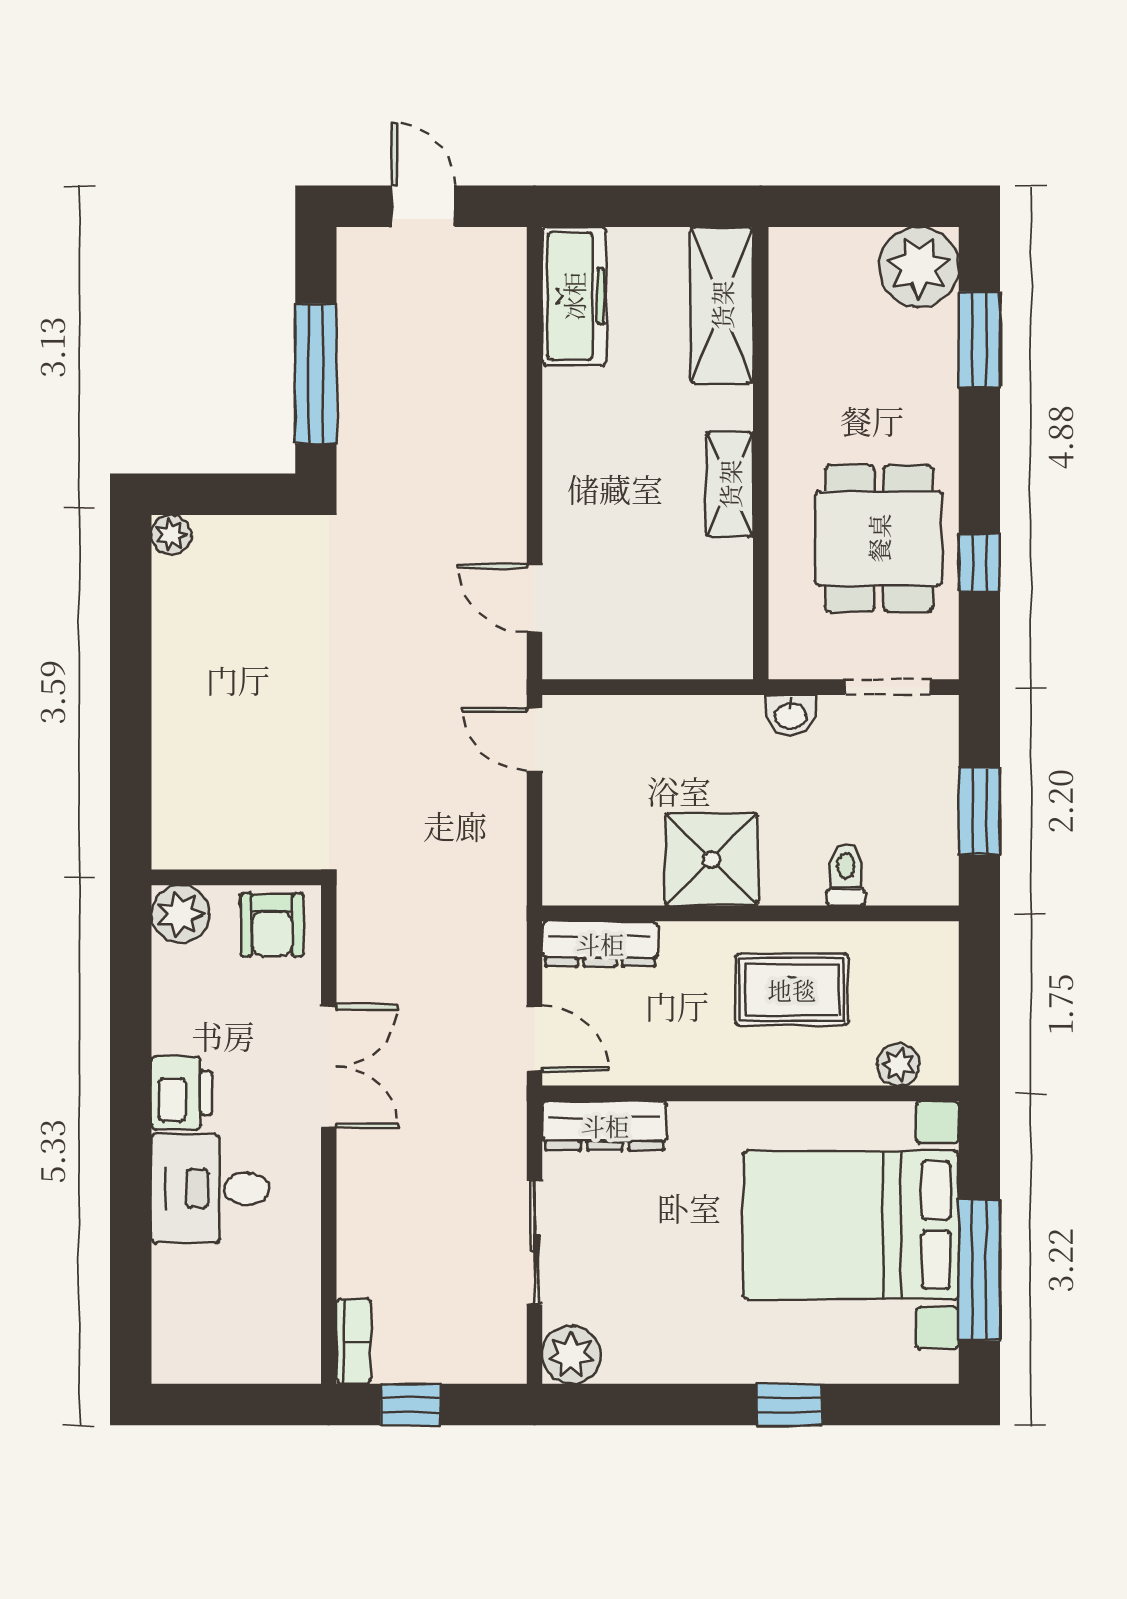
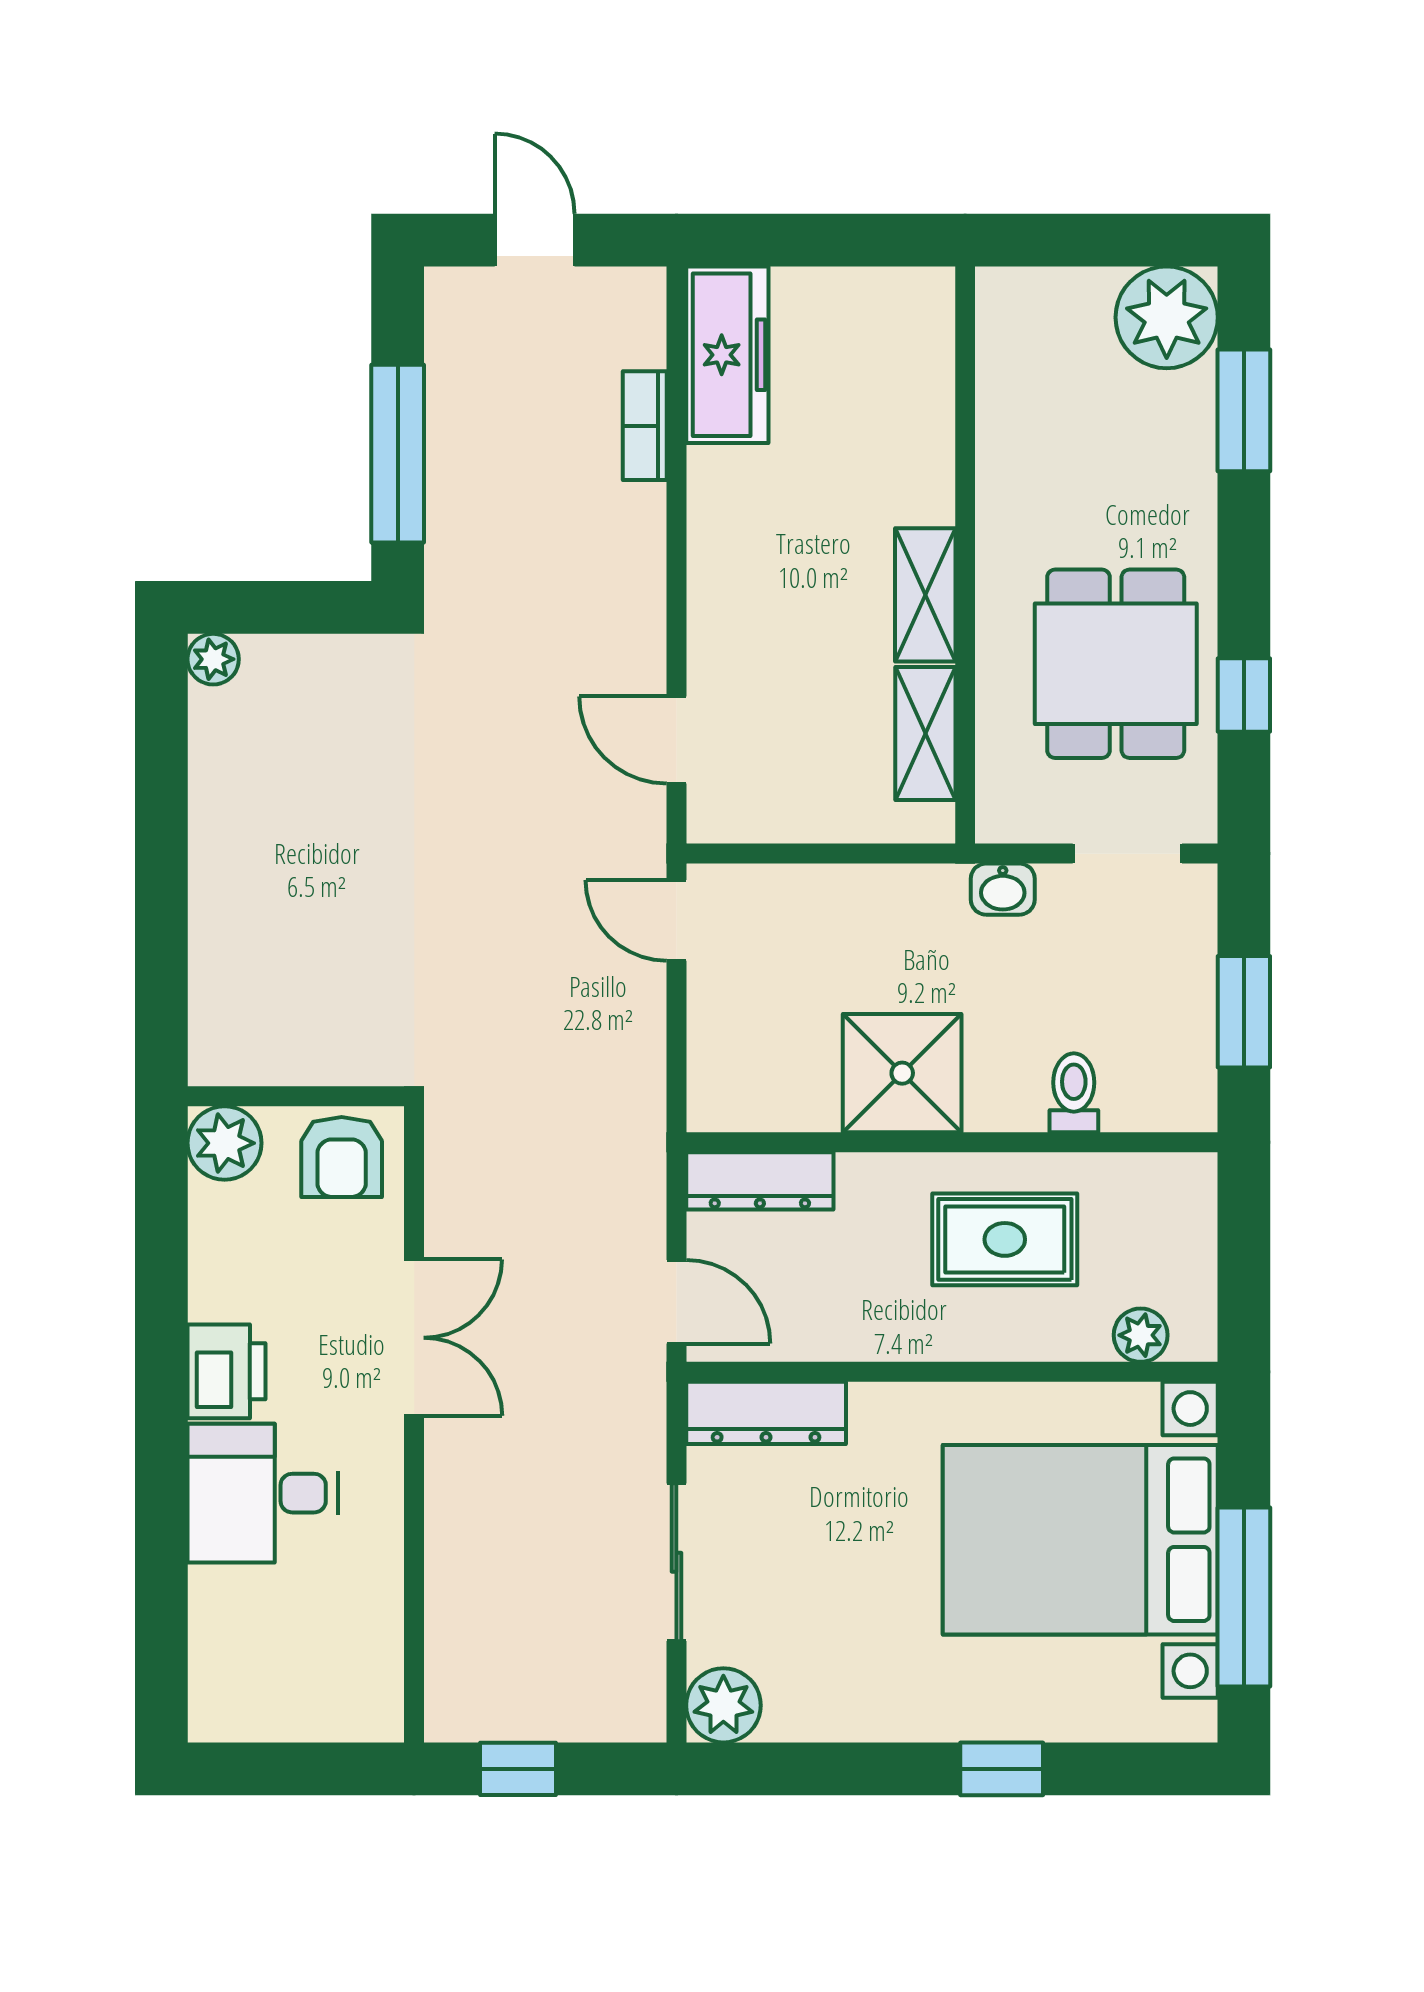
shelving: (722, 305) -> (925, 733), moved, width x0.67, depth x0.75
bookcase: (354, 1341) -> (645, 426), moved, turned 180

